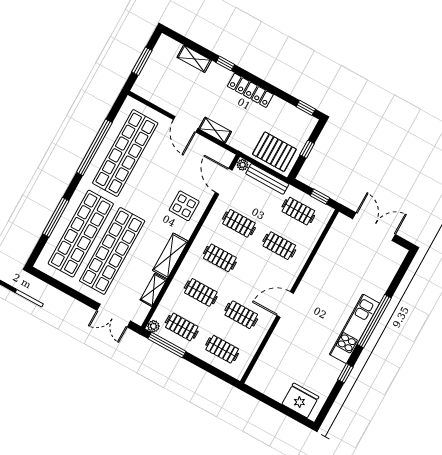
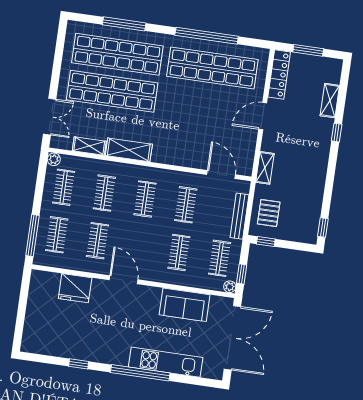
locker: (250, 90) -> (279, 74), moved, turned 180
shelving: (215, 130) -> (265, 168), moved
window: (307, 149) -> (266, 241), moved
pallet: (274, 152) -> (269, 213), width x0.67, depth x0.71
plant: (242, 165) -> (230, 287), moved
door: (224, 181) -> (221, 175), hinge flipped
display table: (184, 206) -> (183, 145), removed
double door: (374, 227) -> (232, 338), width x1.36
sofa: (328, 258) -> (185, 305), added
double door: (114, 316) -> (50, 117), swing flipped
kitchen unit: (354, 329) -> (166, 362), moved
window: (167, 345) -> (32, 235), moved
fridge: (300, 400) -> (75, 288), moved, turned 90

